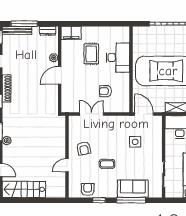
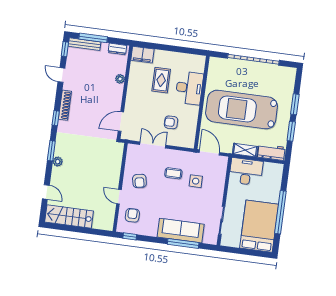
door: (60, 75) -> (121, 122), moved
coffee table: (107, 164) -> (173, 173), moved
door: (67, 165) -> (119, 197), hinge flipped
armchair: (88, 189) -> (132, 215), moved
sofa: (133, 189) -> (181, 231), width x1.36
window: (99, 200) -> (130, 236), moved

